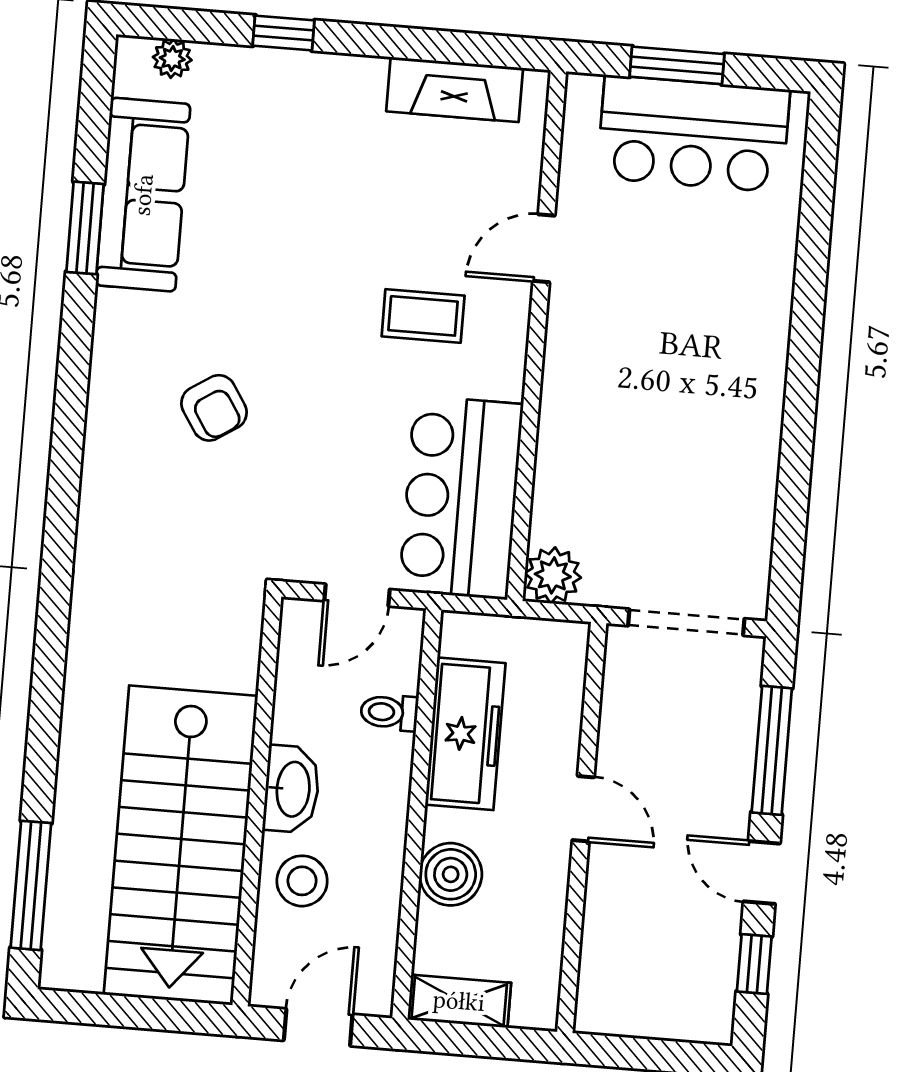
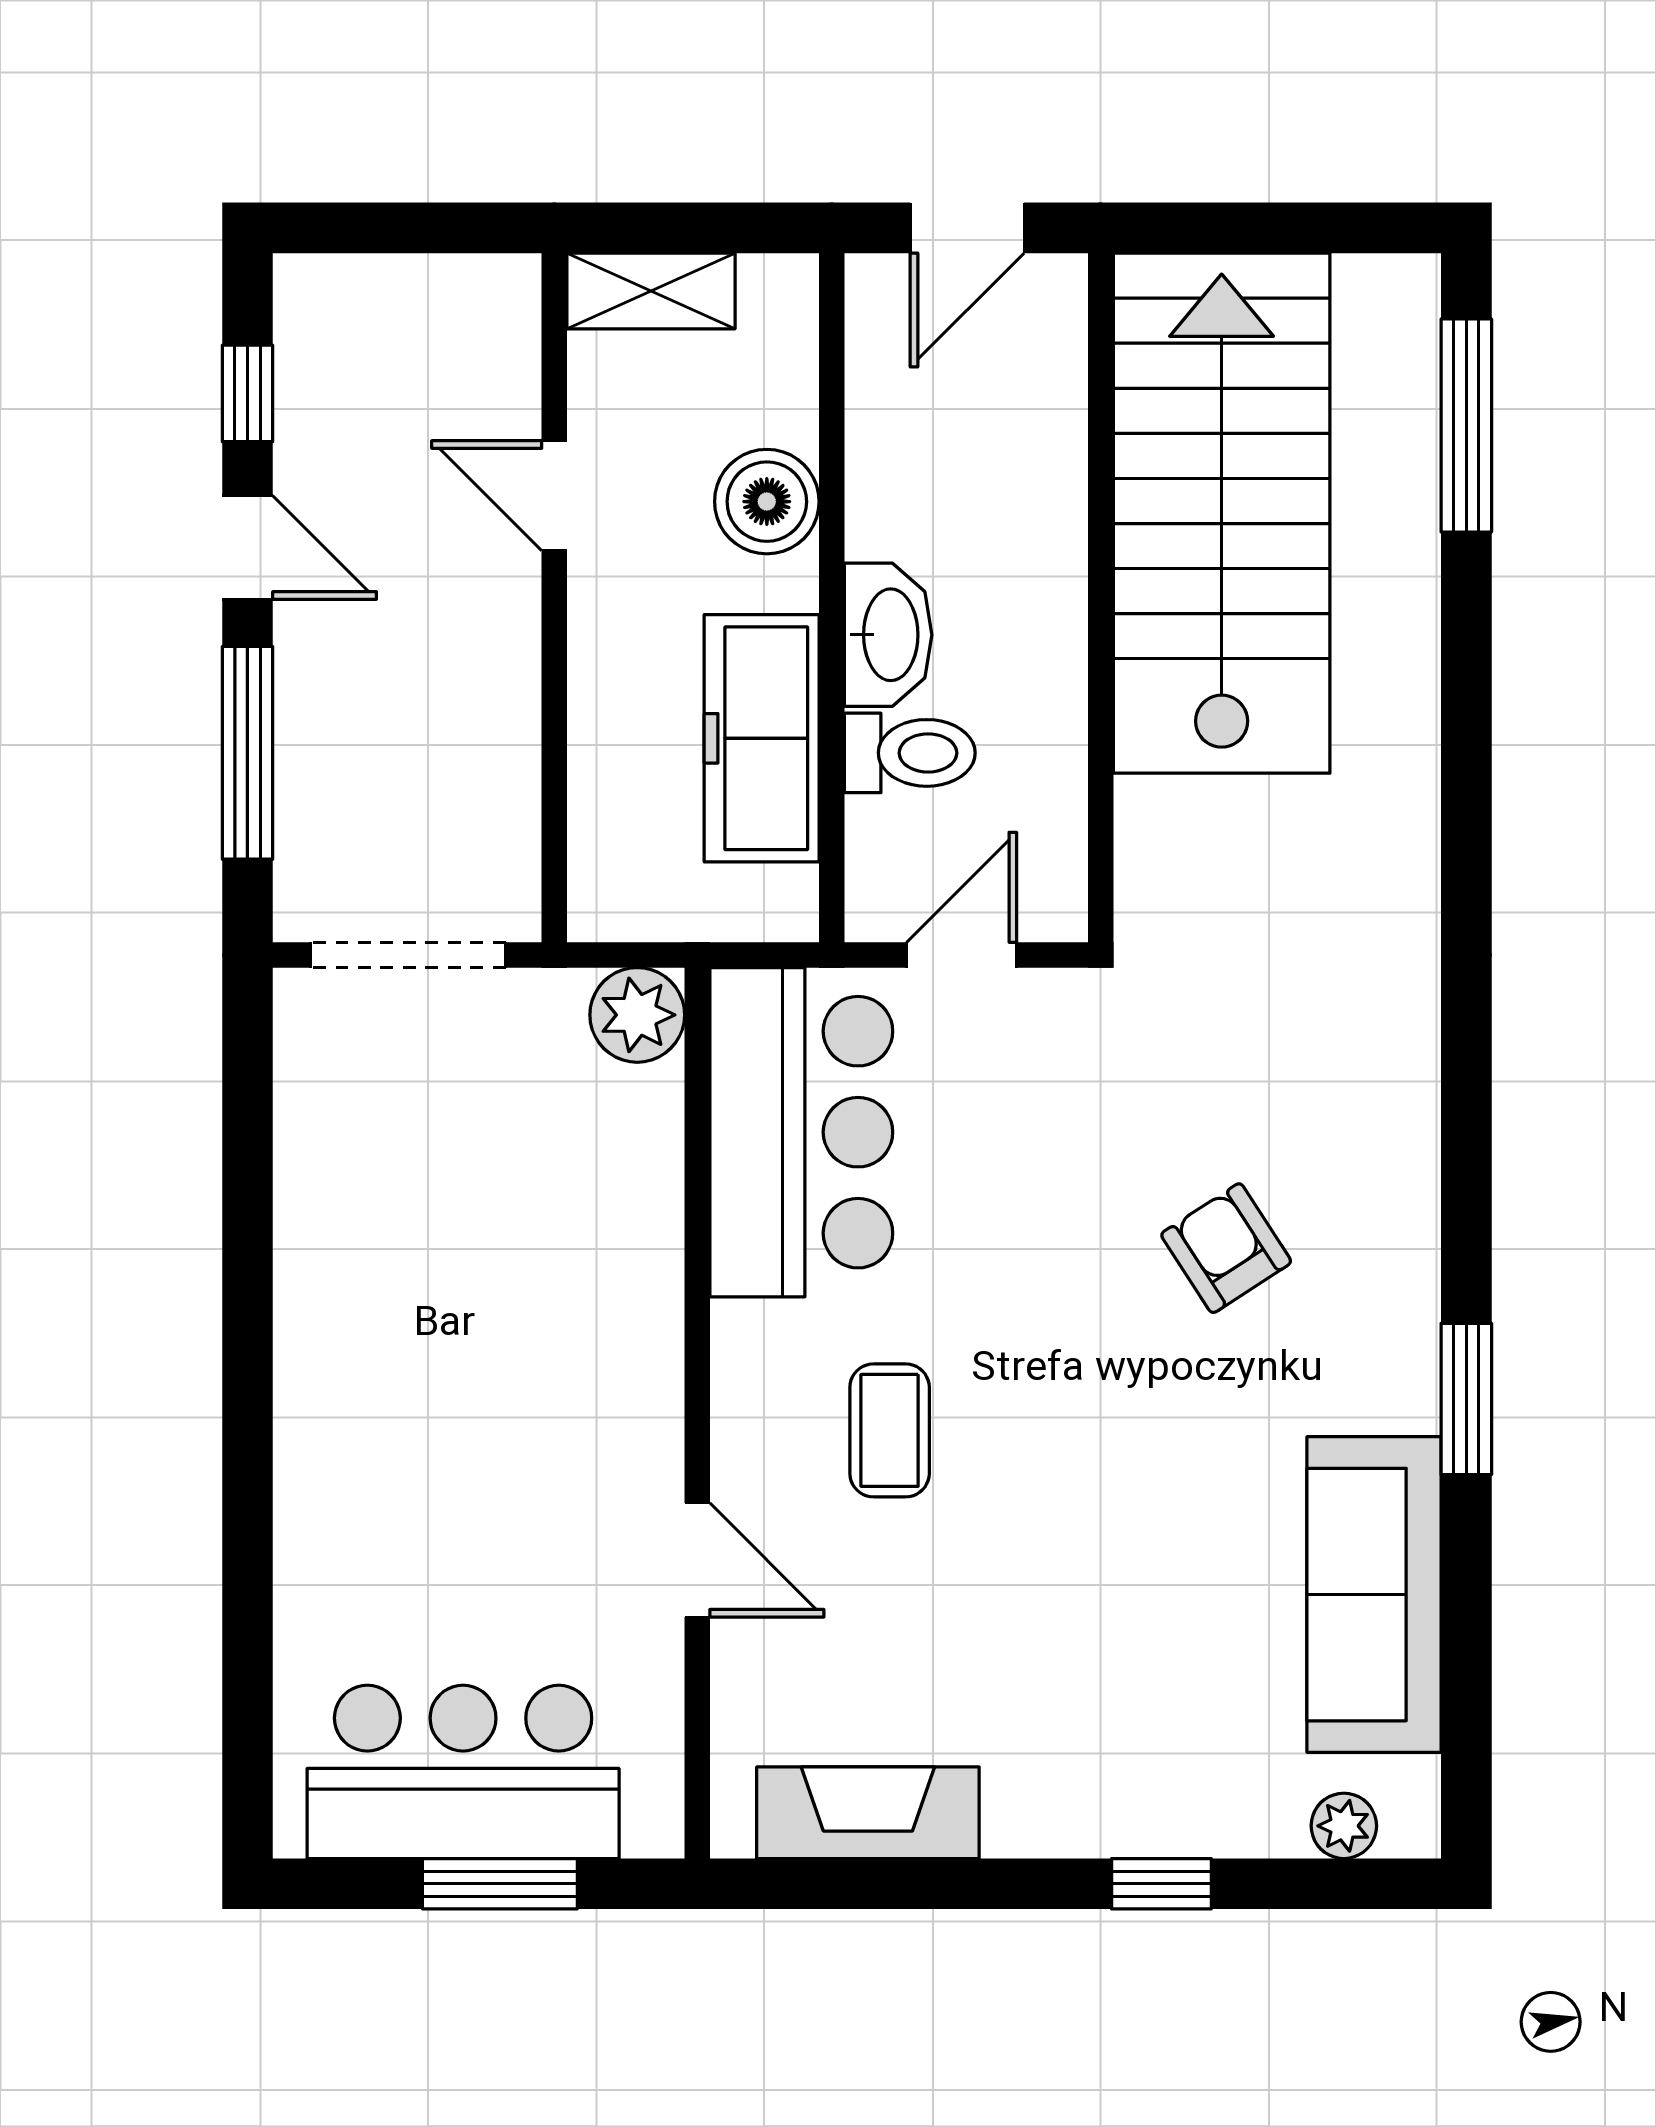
window: (85, 228) -> (1466, 1399), moved
door: (544, 248) -> (697, 1560), hinge flipped
coffee table: (423, 316) -> (890, 1430), turned 90
toilet: (389, 712) -> (910, 753), width x1.37, depth x1.39
washbasin: (292, 789) -> (888, 635), moved, turned 180
door: (583, 809) -> (554, 496), moved
stool: (302, 881) -> (1014, 470), removed
shelving: (459, 1001) -> (651, 291), moved

